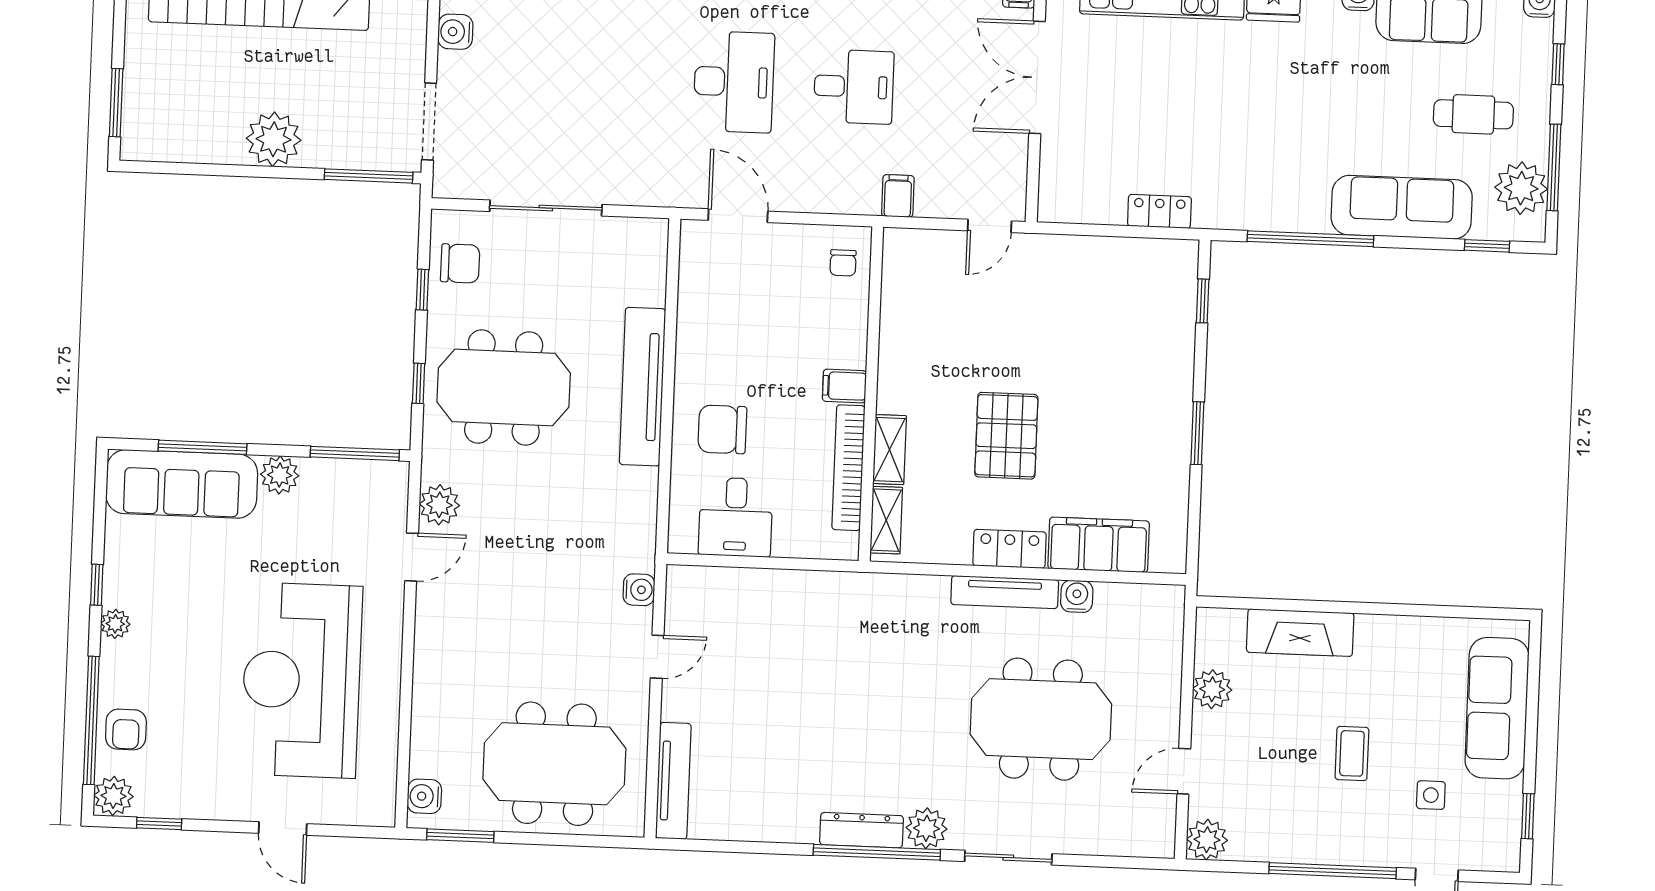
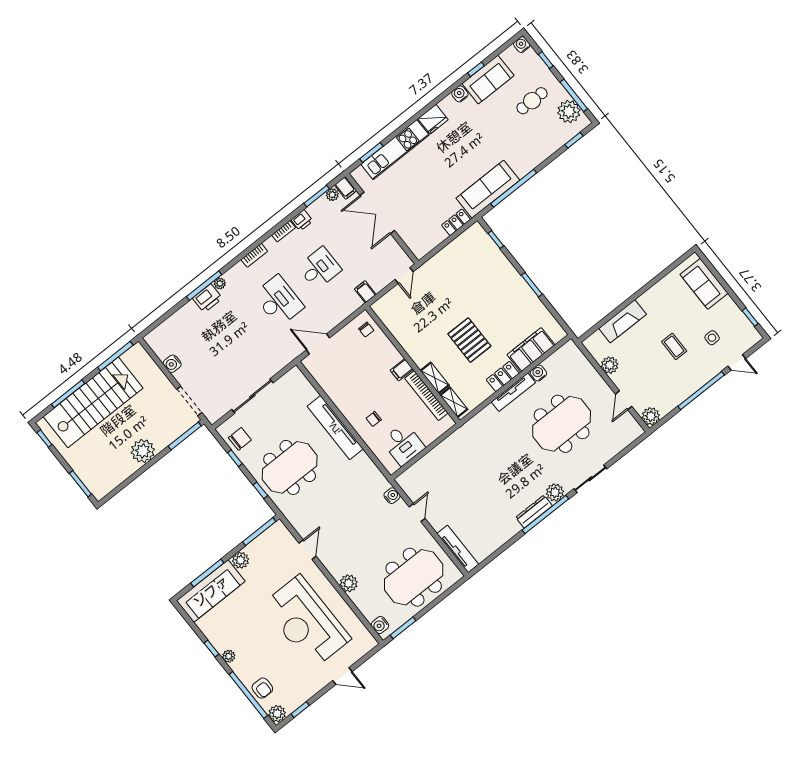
sofa: (1402, 207) -> (488, 189), moved
chair: (722, 429) -> (374, 419), width x0.54, depth x0.54
plant: (439, 505) -> (349, 583), moved
sofa: (1497, 708) -> (704, 284), width x0.73

